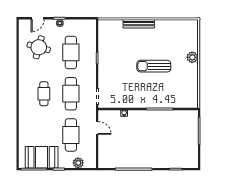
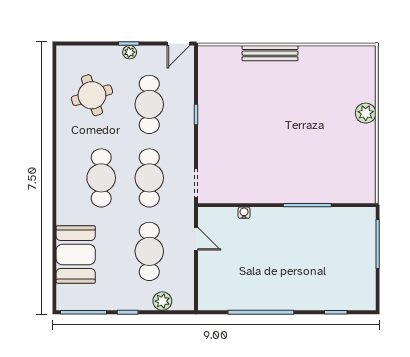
door: (38, 18) -> (178, 44), moved
round table: (39, 47) -> (92, 95), turned -33
sun lounger: (154, 66) -> (297, 129), removed
cafe table: (44, 94) -> (101, 178), width x1.37, depth x1.35
booth: (42, 157) -> (76, 255), moved, turned 90

